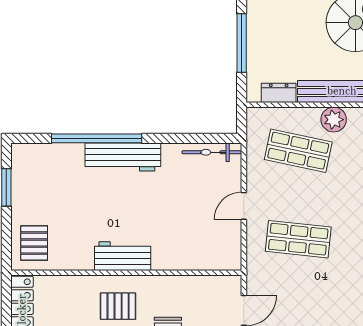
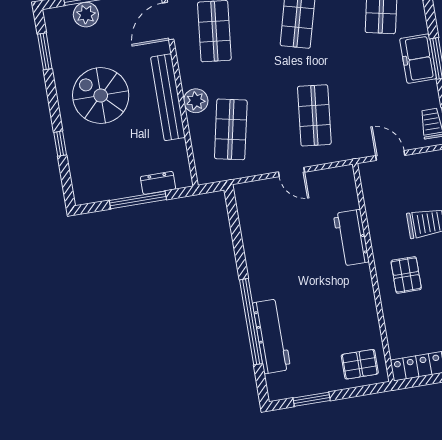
dresser: (279, 93) -> (158, 183), moved, turned 90
bicycle: (212, 152) -> (246, 211), removed
workbench: (123, 157) -> (272, 336), moved
workbench: (123, 256) -> (351, 238), moved

